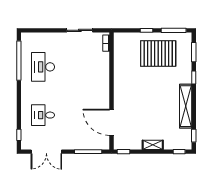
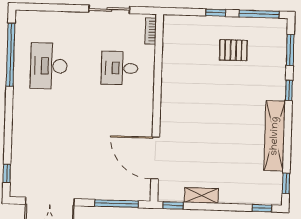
pallet: (158, 53) -> (233, 50), width x0.49, depth x0.50
desk: (43, 115) -> (120, 68), moved
shelving: (153, 145) -> (201, 195), moved

